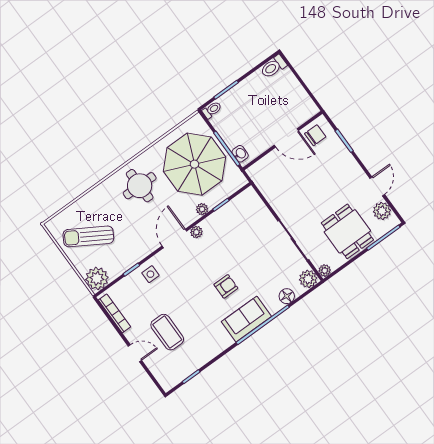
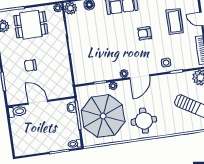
toilet: (273, 67) -> (17, 112), moved
chair: (315, 135) -> (30, 65), moved
dining table: (347, 231) -> (31, 25), turned 90
armchair: (226, 286) -> (145, 33), moved

